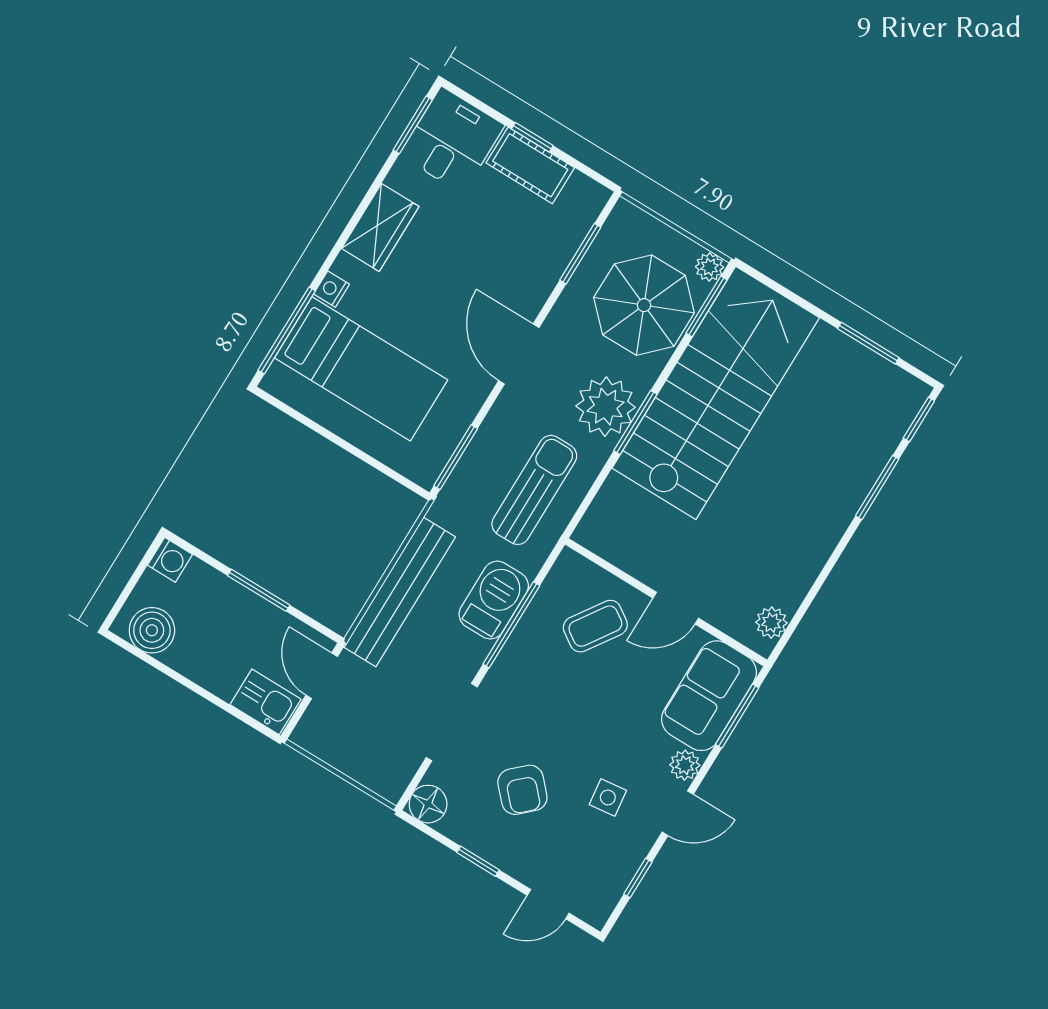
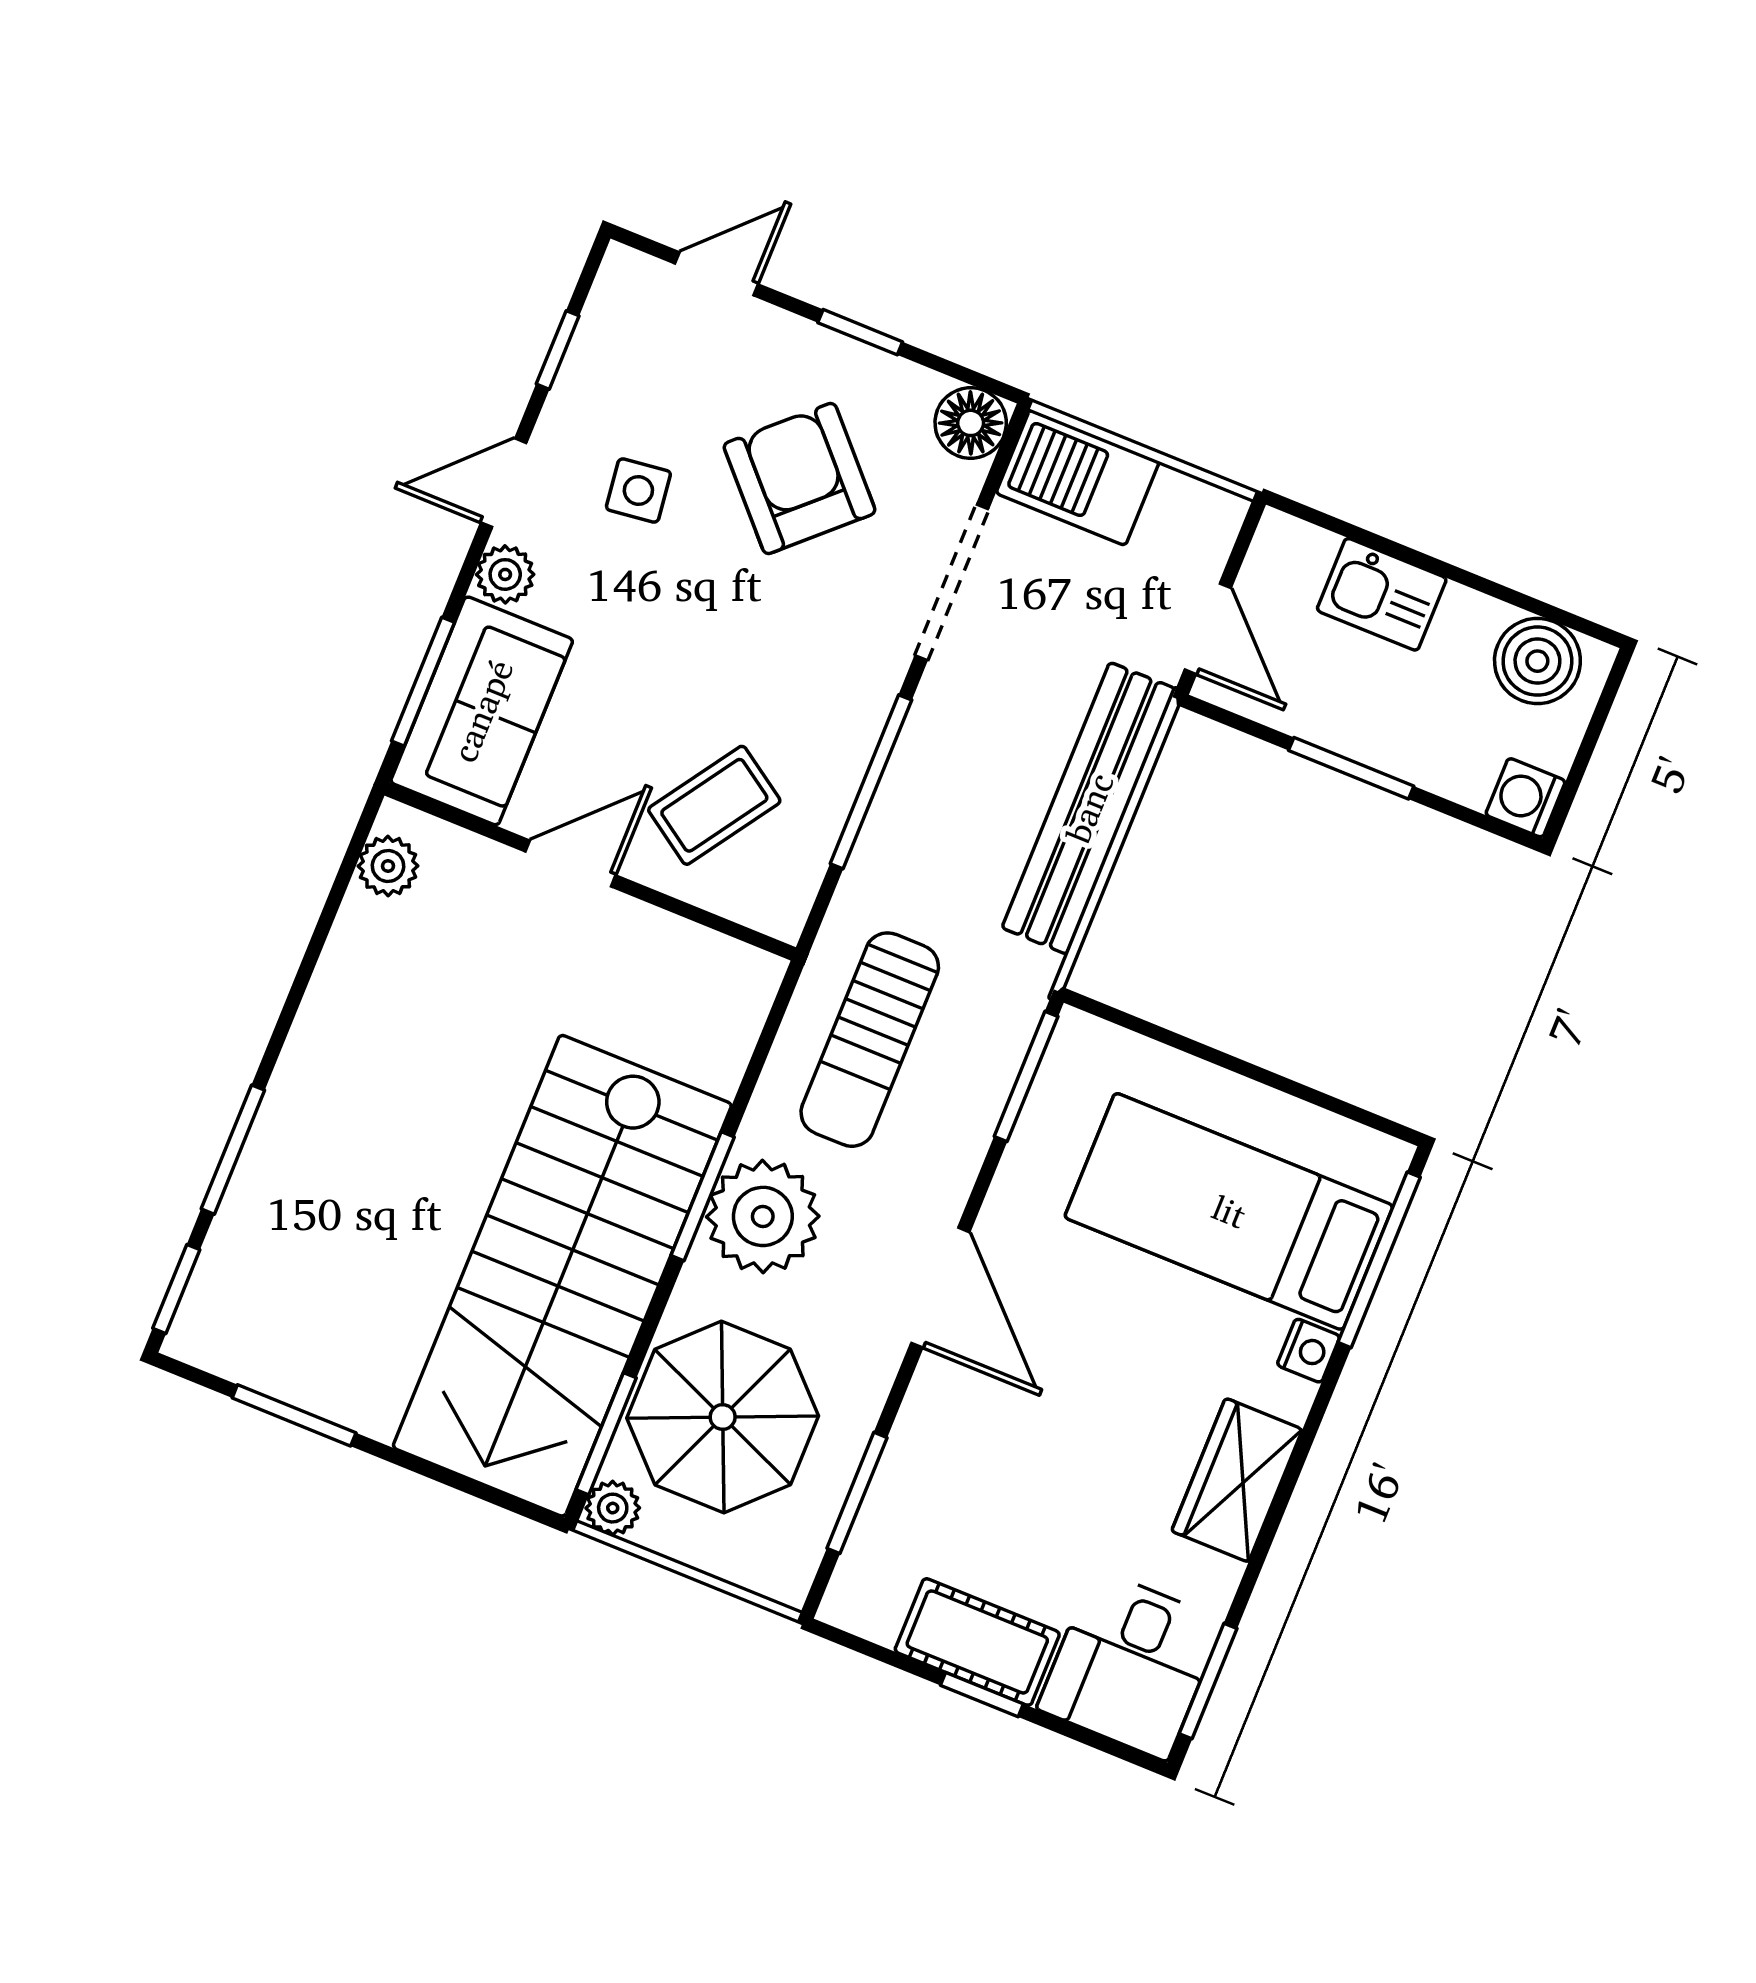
barbecue: (494, 600) -> (1078, 477), moved, turned 90
kitchen sink: (265, 702) -> (1382, 594), moved
armchair: (522, 790) -> (800, 478), width x1.38, depth x1.38

